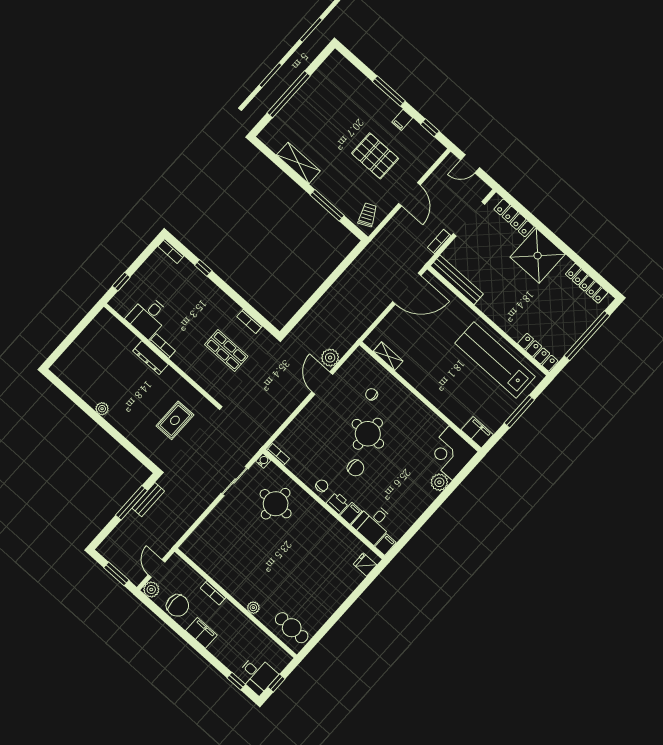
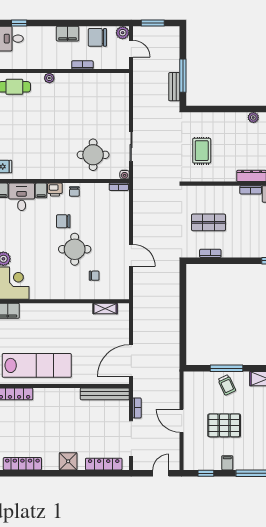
trolley: (368, 215) -> (227, 385), moved
shower: (538, 256) -> (68, 461), width x0.54, depth x0.54
plant: (330, 358) -> (140, 276), removed

